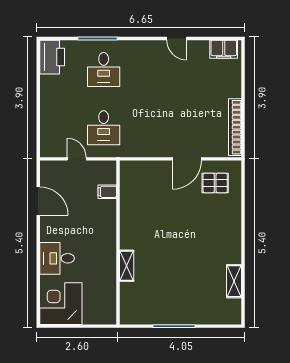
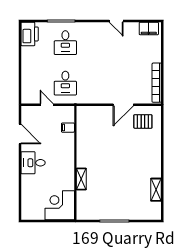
desk: (57, 258) -> (33, 163), moved
corner desk: (61, 304) -> (60, 205), moved

